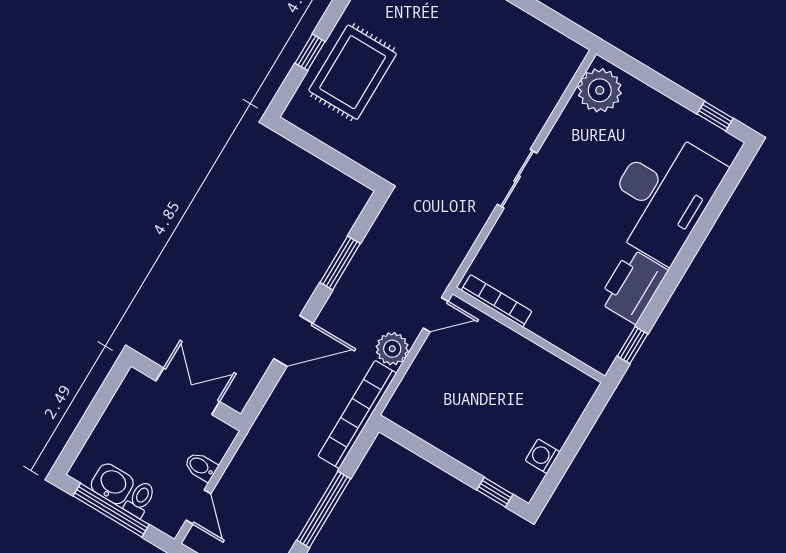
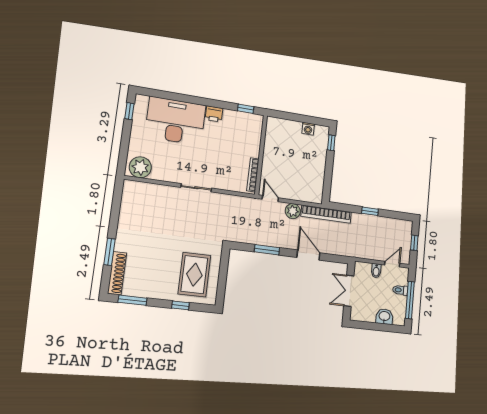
rug: (353, 72) -> (194, 275), moved, turned 90
printer: (633, 286) -> (214, 114), width x0.53, depth x0.68
washbasin: (112, 484) -> (384, 316), moved, turned 90
window: (324, 509) -> (370, 211), width x0.46

